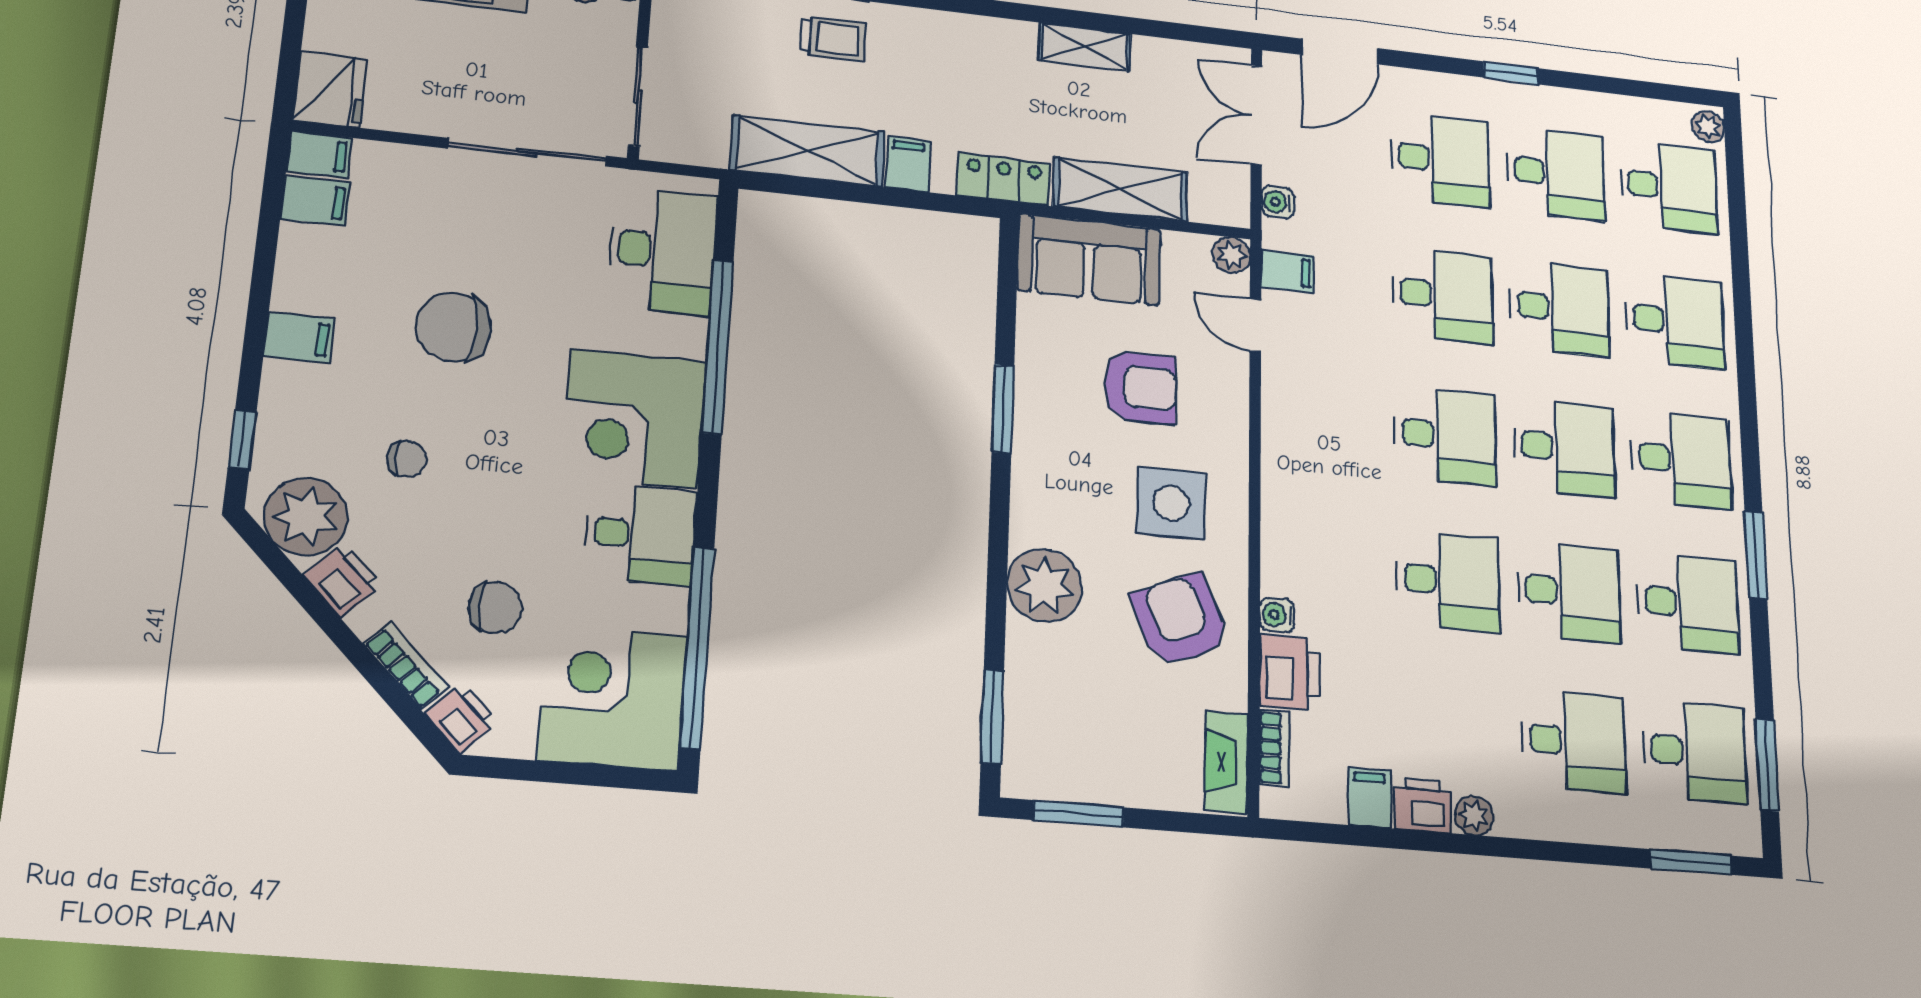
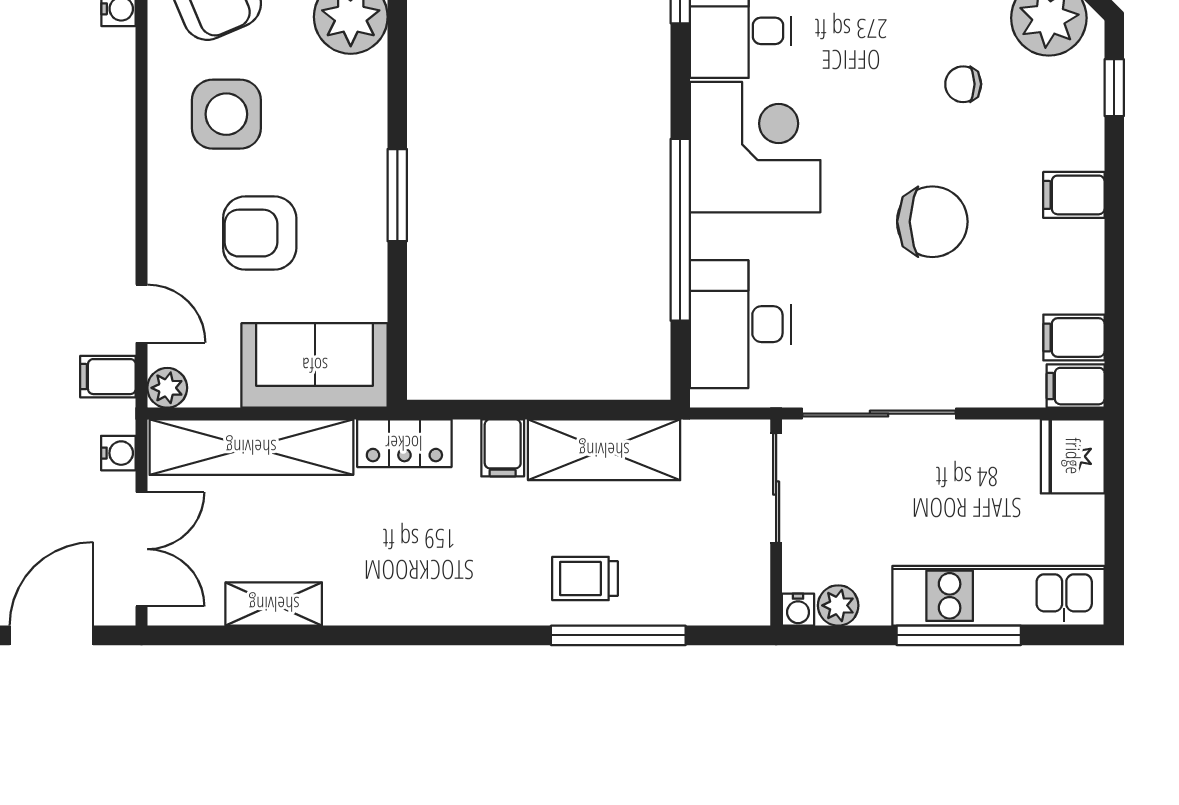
shelving: (1085, 47) -> (274, 604), moved
shelving: (1120, 189) -> (251, 447), width x1.47

